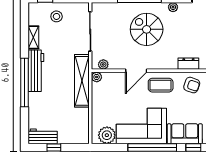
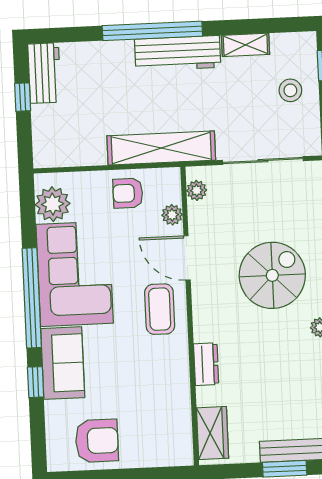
plant: (97, 77) -> (172, 215), moved
armchair: (192, 85) -> (128, 193), moved, turned 71

